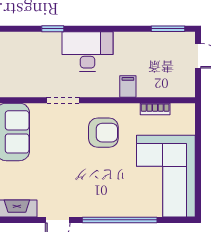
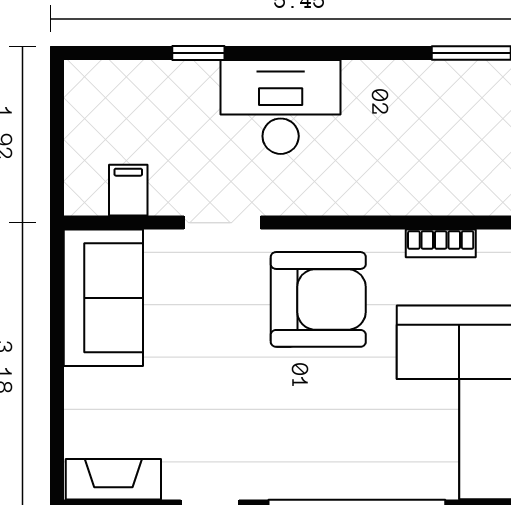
filing cabinet: (128, 86) -> (128, 190), moved
armchair: (103, 133) -> (318, 299), width x1.36, depth x1.36

